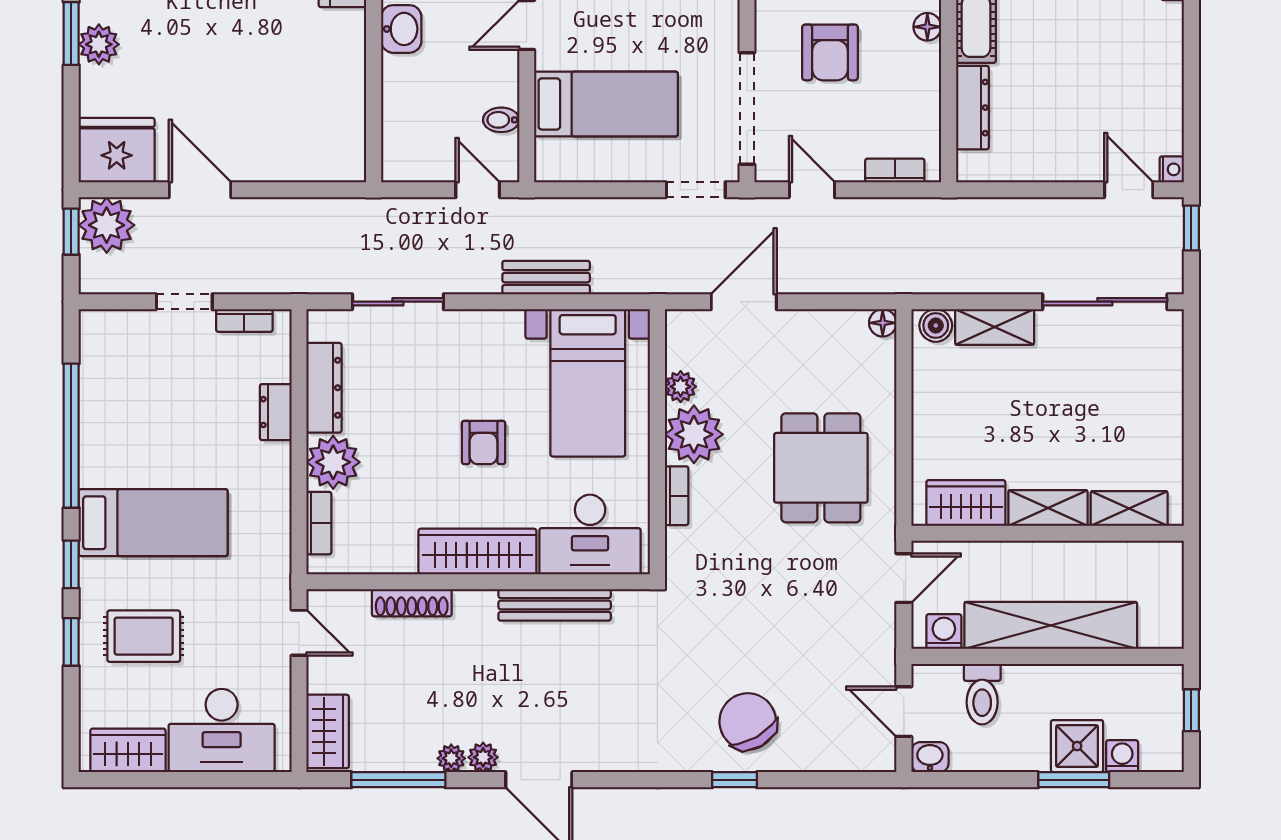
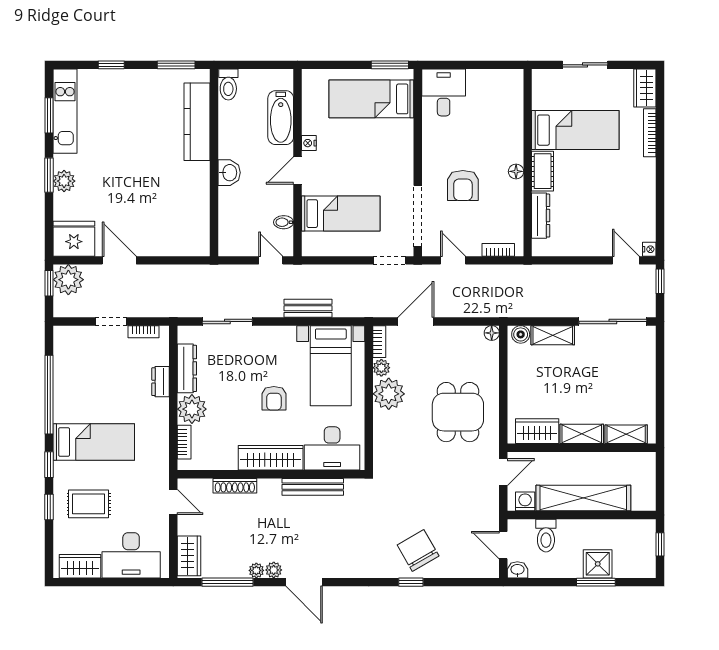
bookcase: (677, 496) -> (379, 342), moved
washing machine: (1122, 756) -> (622, 569), removed

